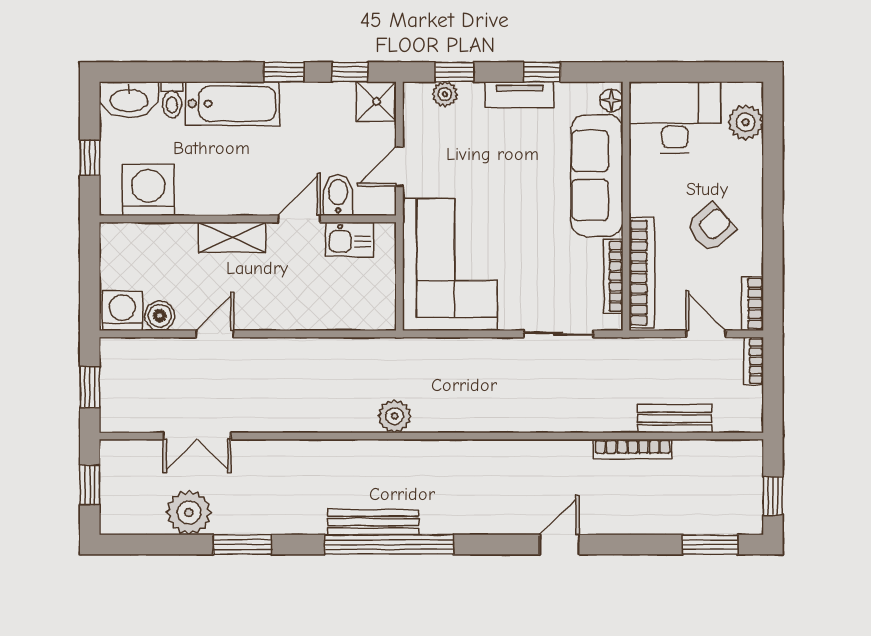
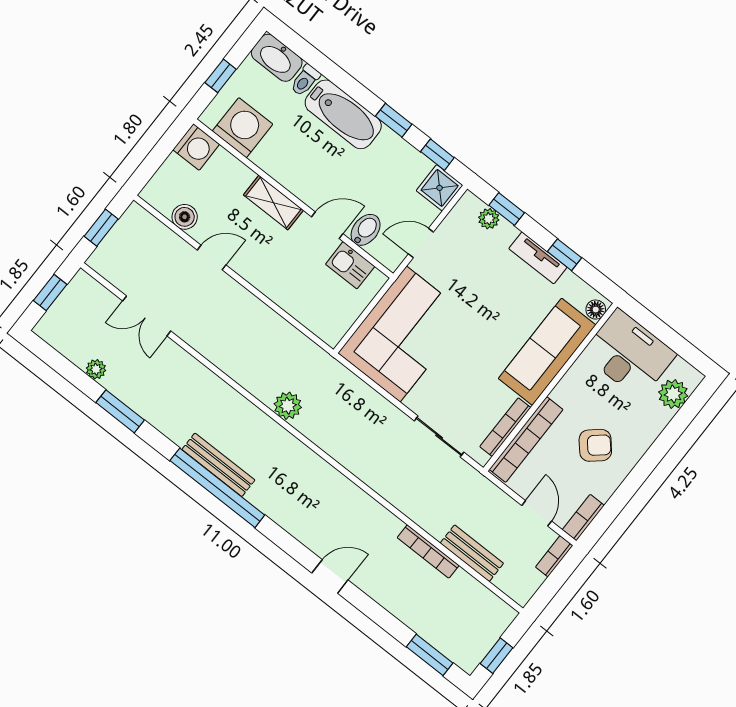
washing machine: (122, 311) -> (196, 147), moved, turned 90
plant: (189, 512) -> (96, 369), width x0.53, depth x0.53

